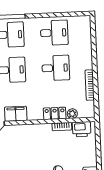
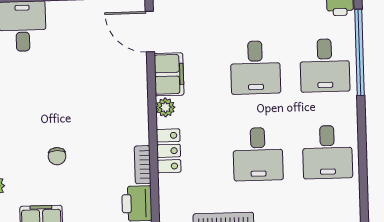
plant: (72, 114) -> (165, 107), moved

